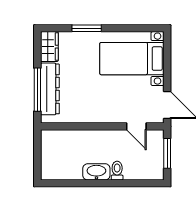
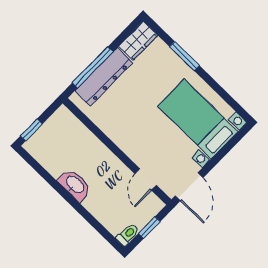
window: (167, 153) -> (149, 228), width x0.67
window: (37, 164) -> (31, 130), added
toilet: (117, 171) -> (128, 235), moved

